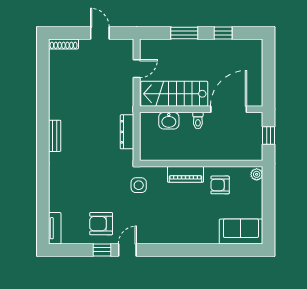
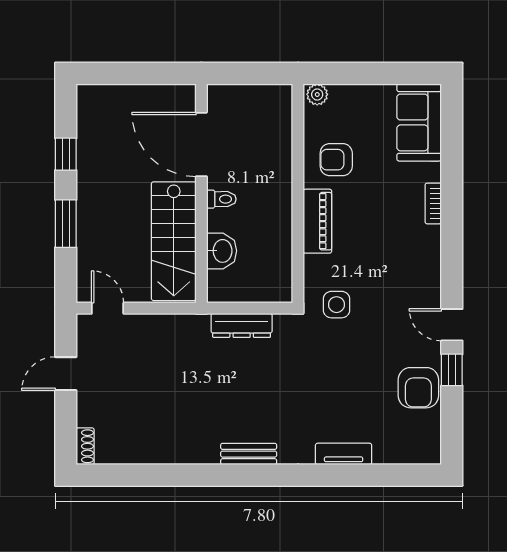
shoe rack: (64, 44) -> (85, 446), width x0.70
door: (137, 69) -> (108, 308), moved
window: (268, 135) -> (248, 73), removed
armchair: (220, 185) -> (336, 160), turned 90
armchair: (101, 224) -> (418, 388), moved
tv unit: (55, 228) -> (344, 454), moved
bookcase: (195, 239) -> (433, 203), added

